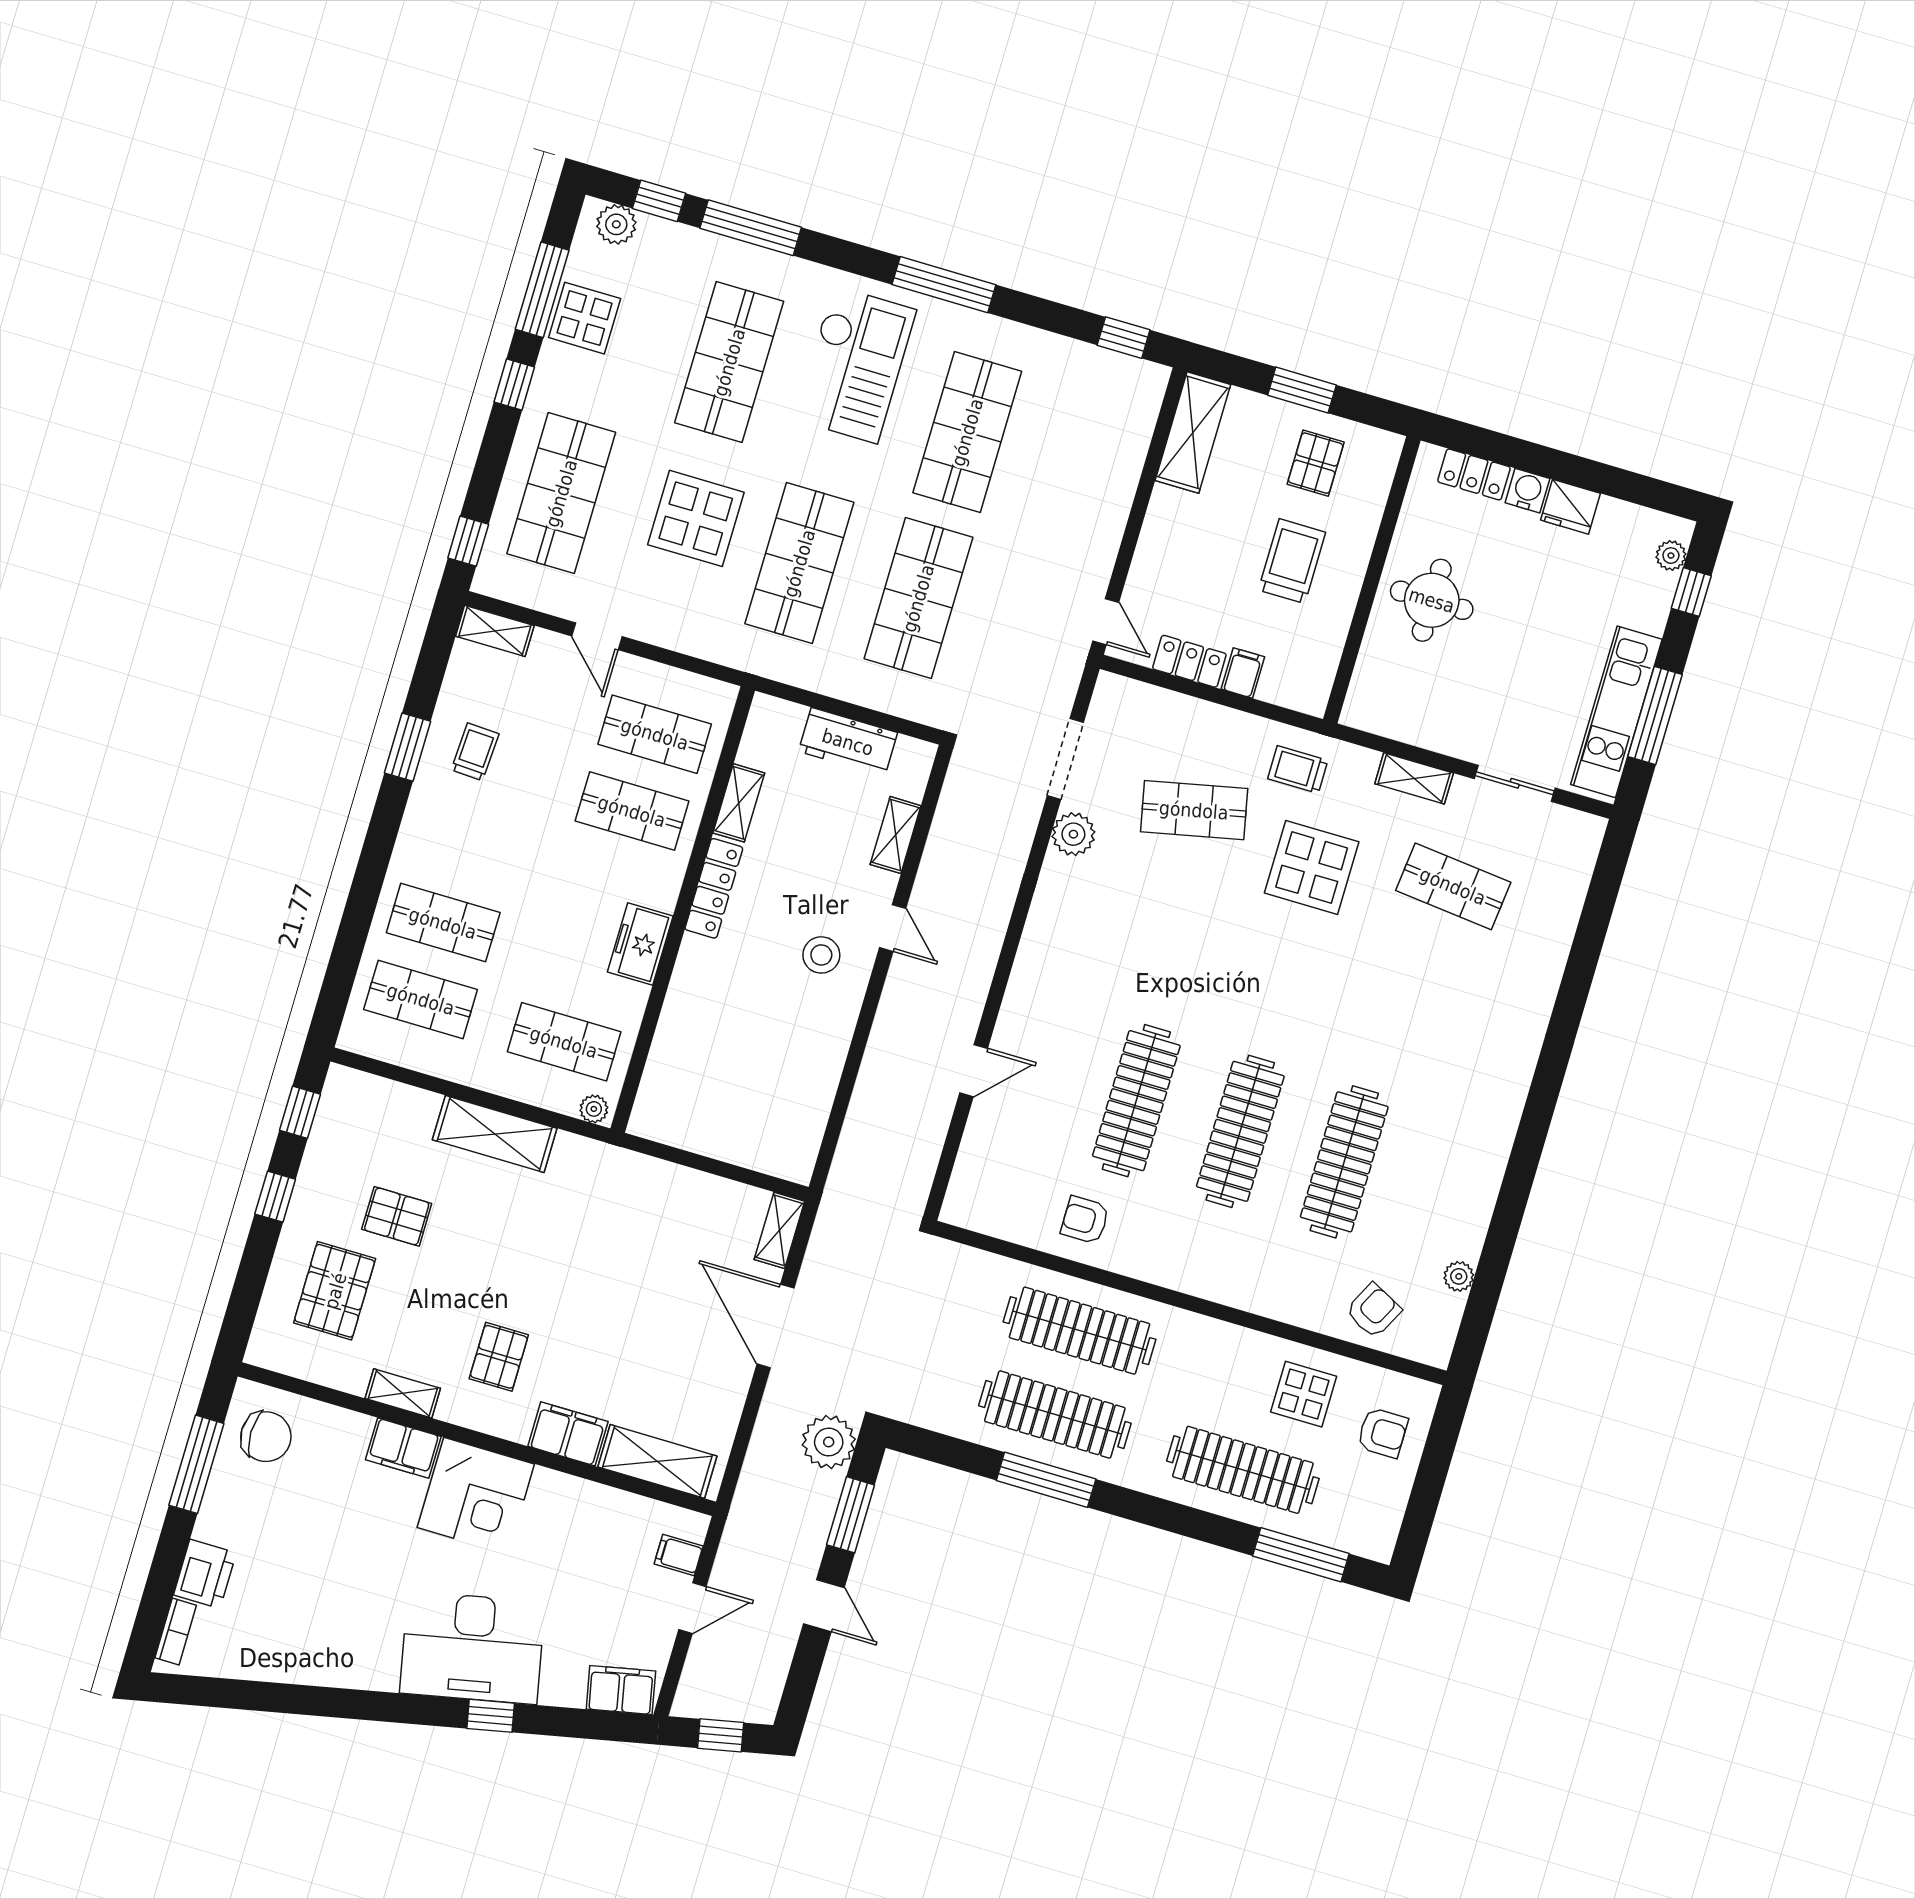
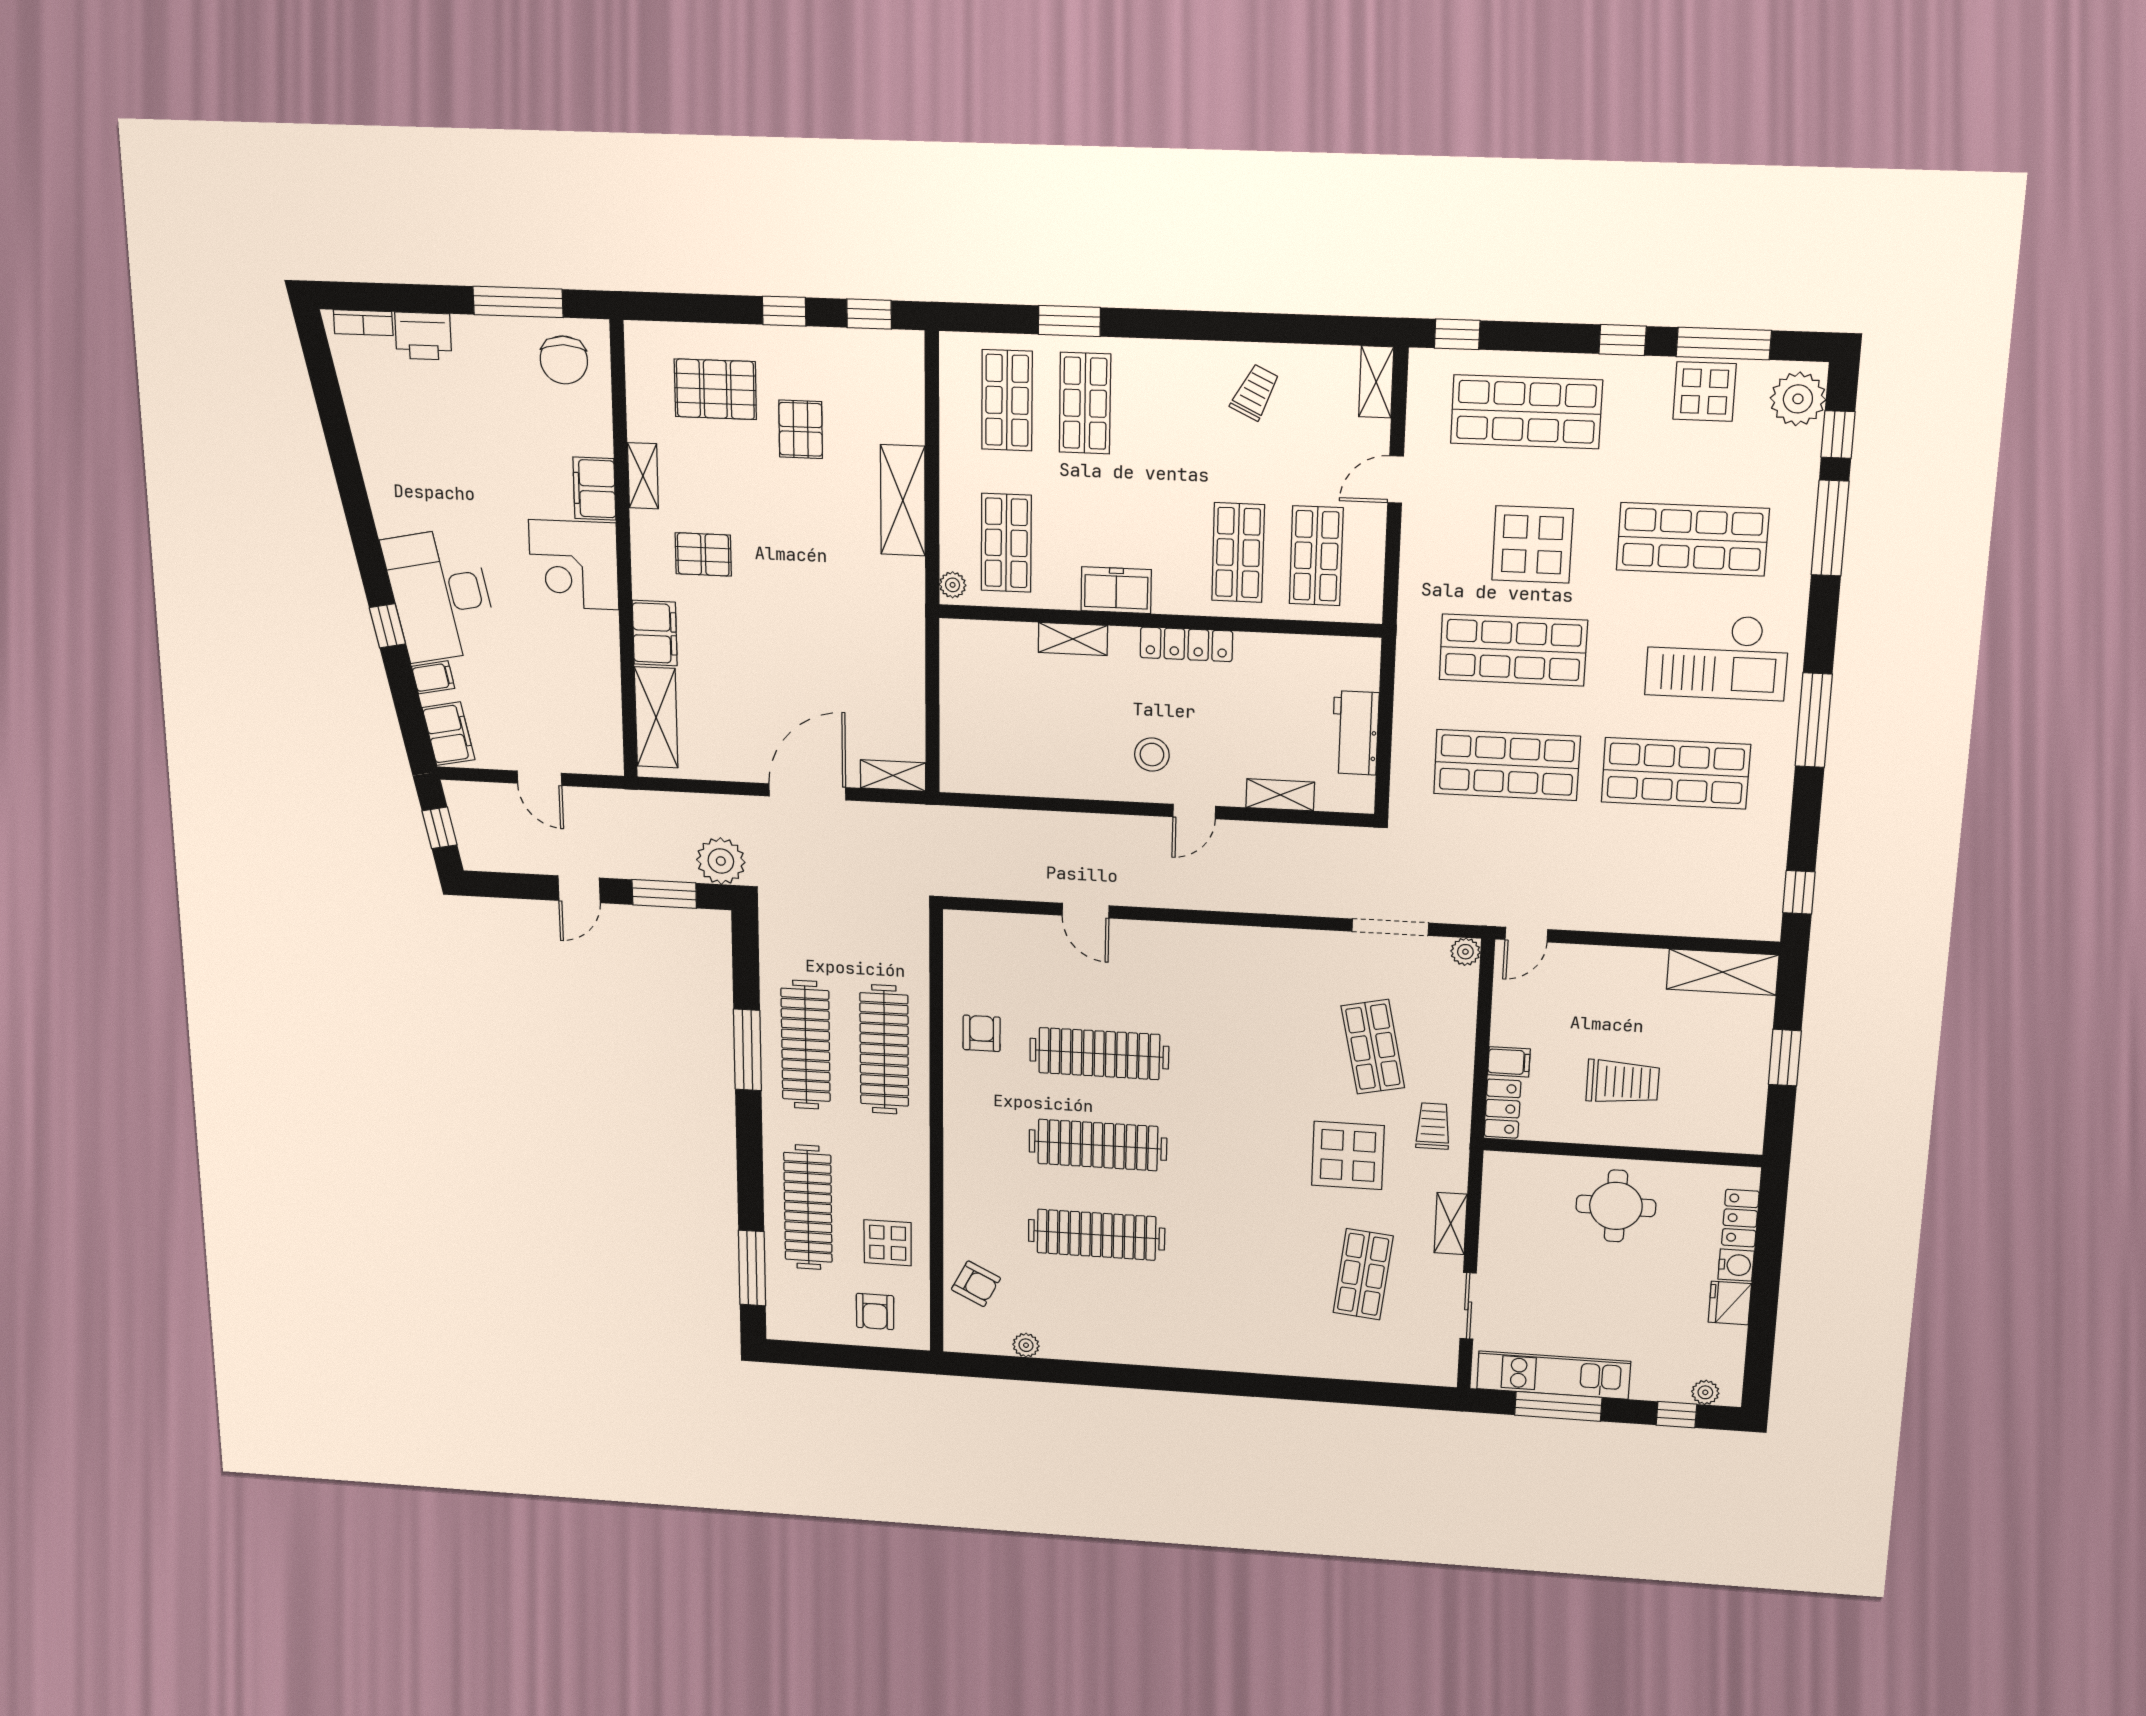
plant: (616, 224) -> (1798, 399), width x1.36, depth x1.36
pallet: (1316, 463) -> (1719, 1083), removed
locker: (1189, 661) -> (1503, 1109), moved
window: (407, 747) -> (1069, 321), moved
trolley: (475, 752) -> (1255, 392), turned -67
shelving: (739, 803) -> (1073, 639), moved
plant: (1073, 834) -> (1465, 952), moved, width x0.73, depth x0.73
filing cabinet: (679, 1555) -> (433, 677), moved, turned 78

